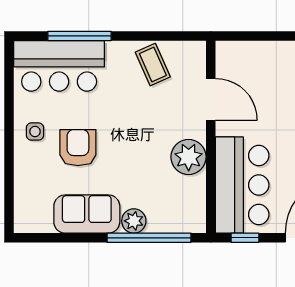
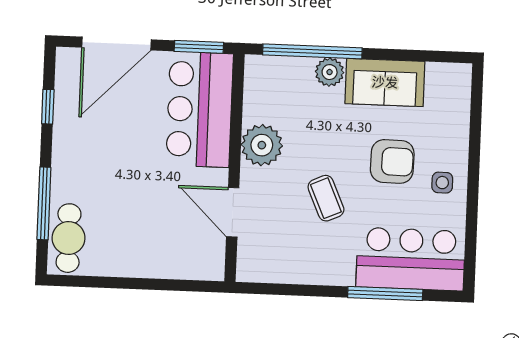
coffee table: (153, 65) -> (326, 198), moved
armchair: (78, 148) -> (392, 161), turned -89
window: (245, 238) -> (199, 47), width x1.50

